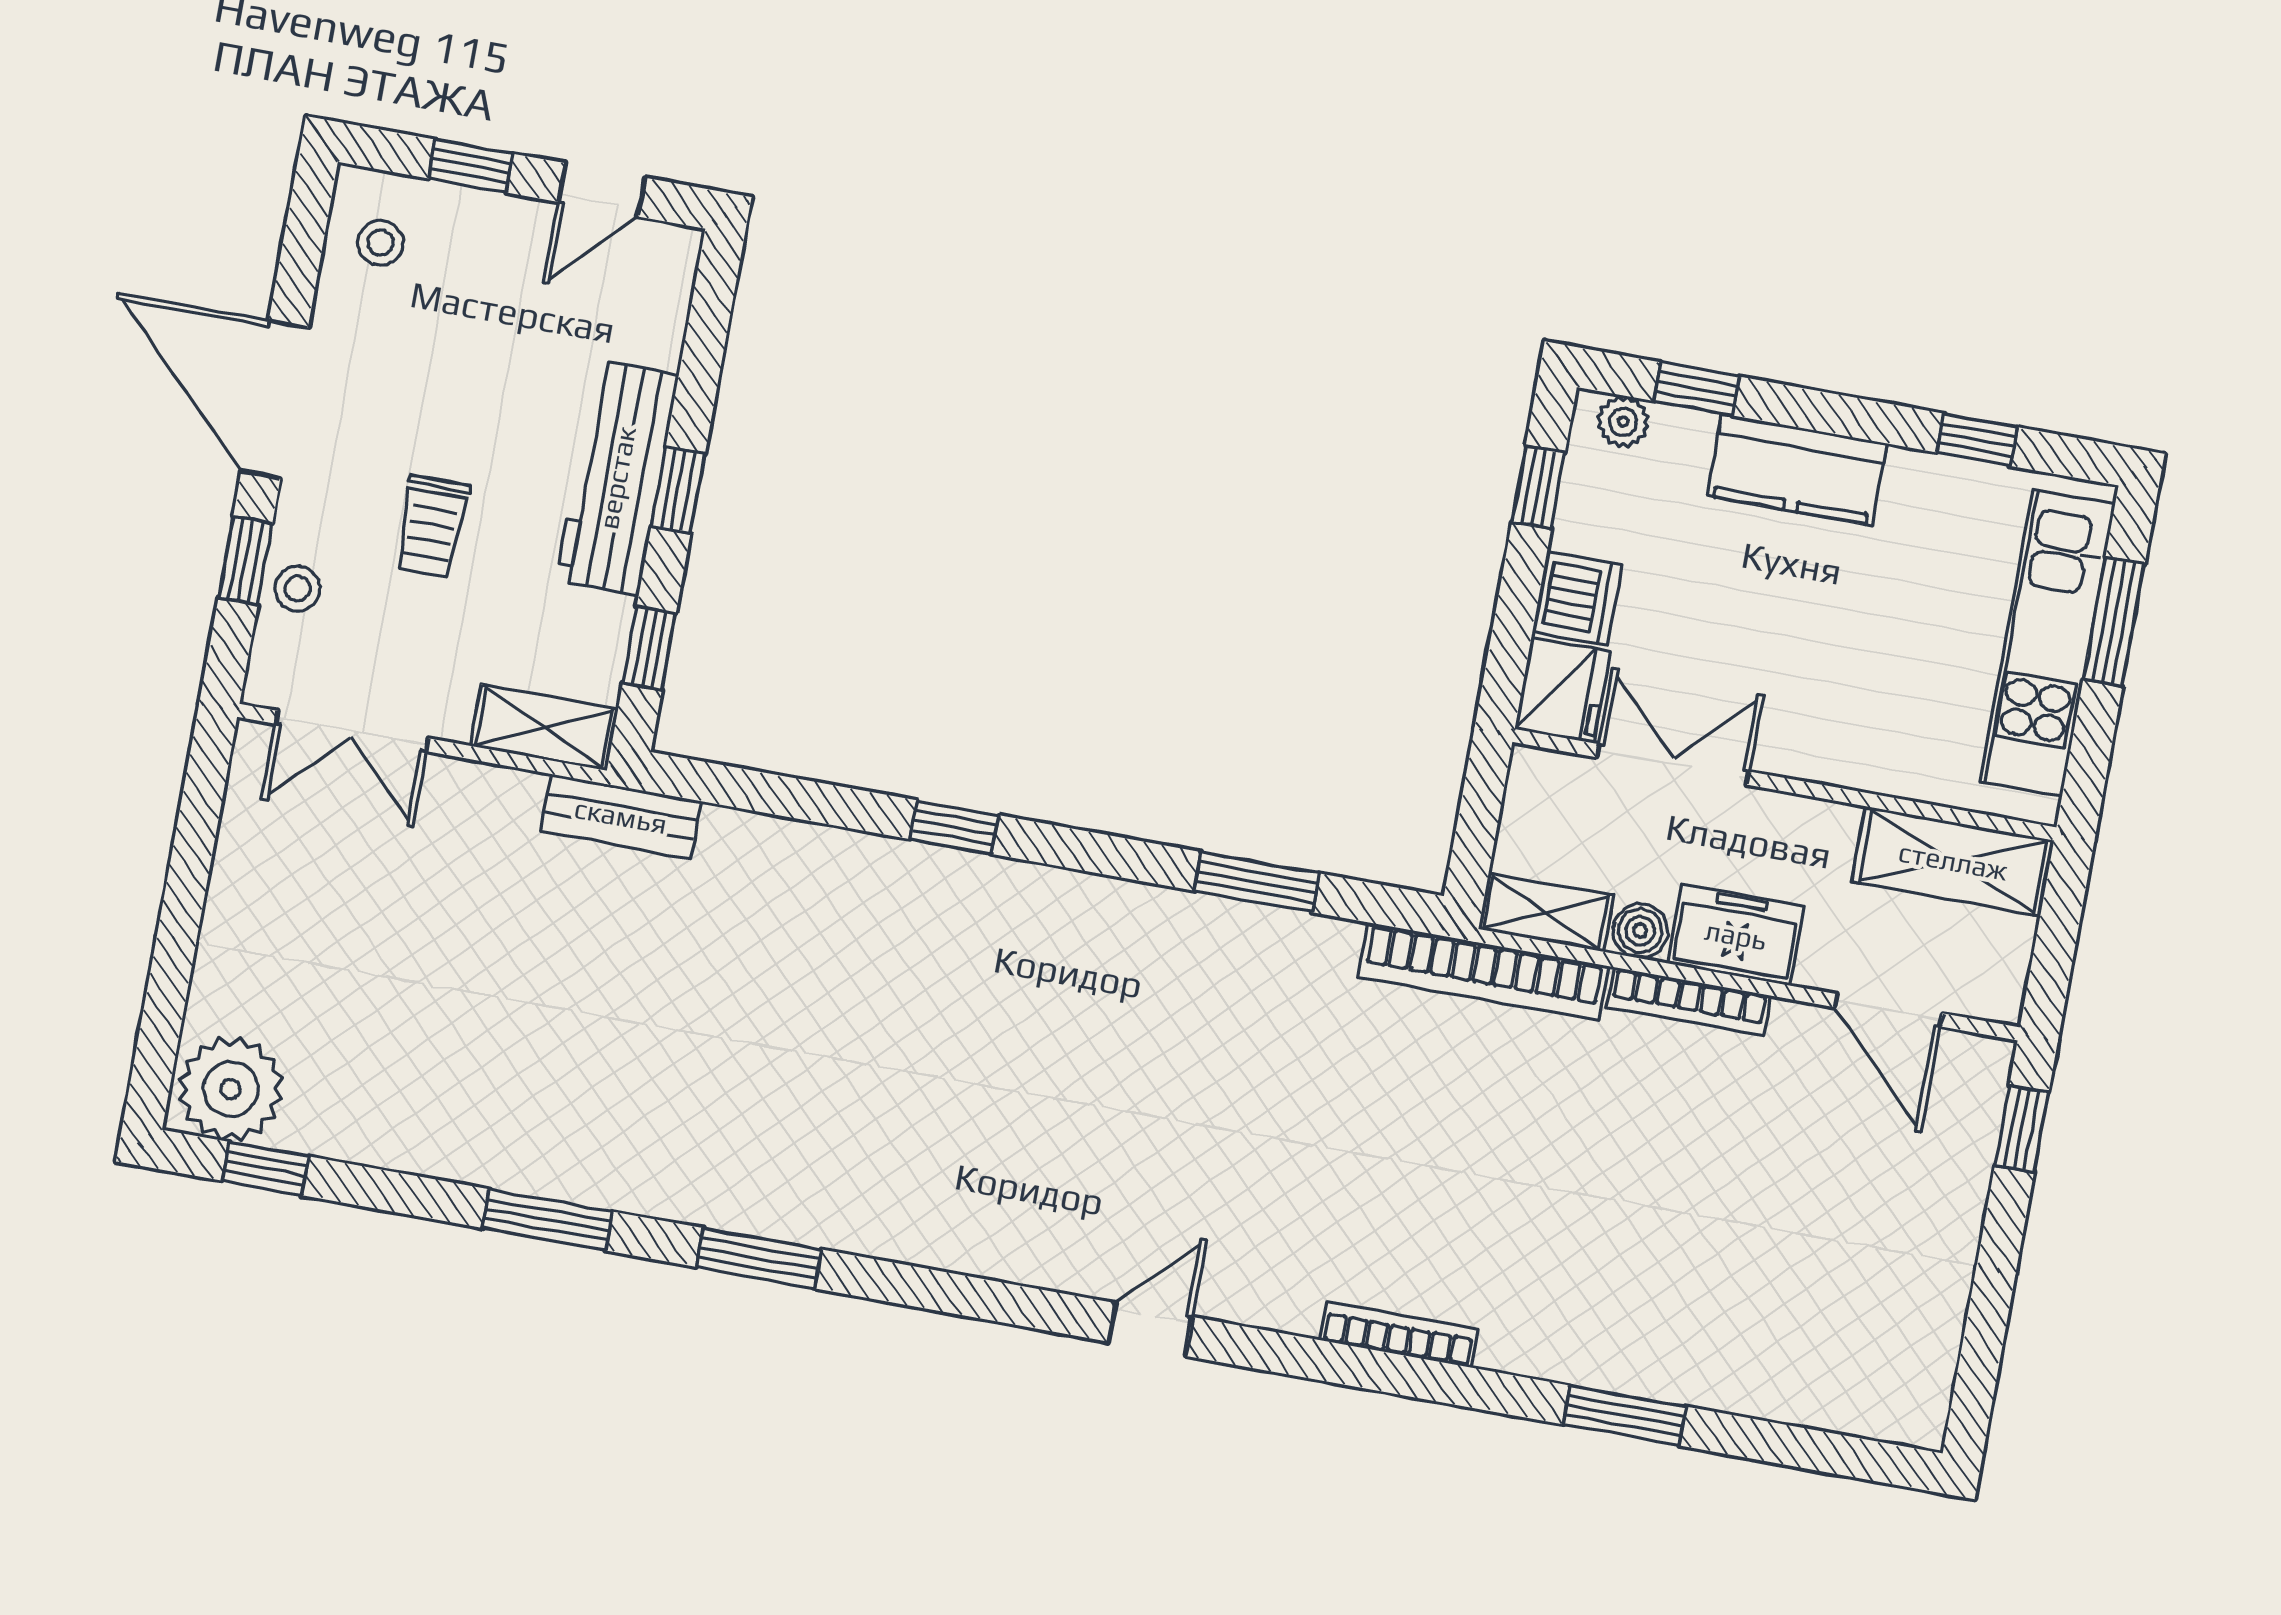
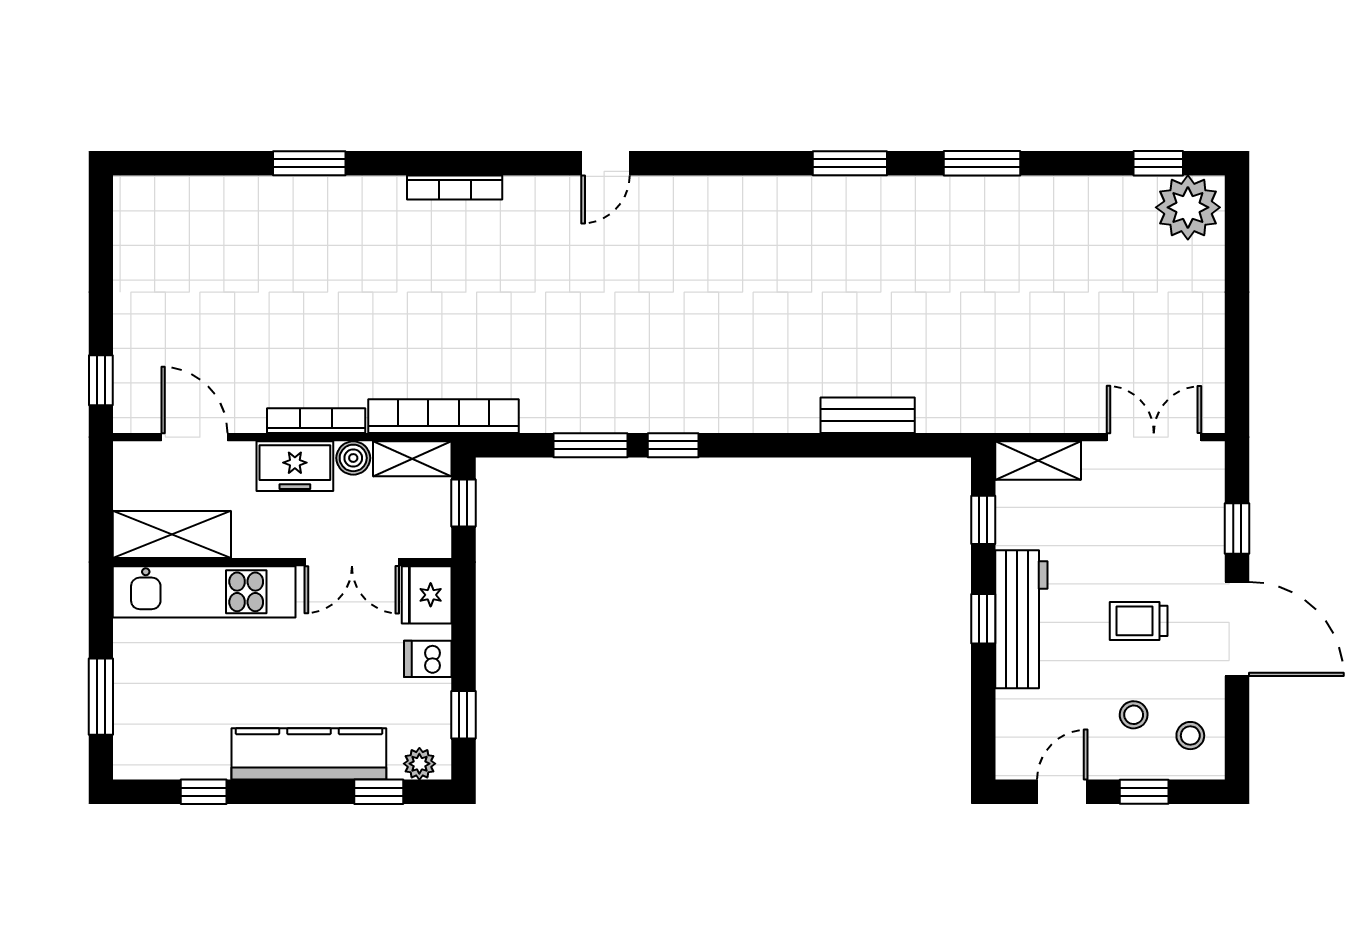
kitchen counter: (1797, 470) -> (309, 754), width x1.50
trolley: (431, 526) -> (1139, 621), moved, turned -90
stool: (297, 589) -> (1134, 715), moved
dishwasher: (1577, 598) -> (428, 659), width x0.73
kitchen unit: (2047, 643) -> (204, 592), moved, turned 90
bench: (621, 816) -> (868, 415), moved
window: (954, 827) -> (673, 445), moved
window: (1477, 827) -> (463, 503), added

